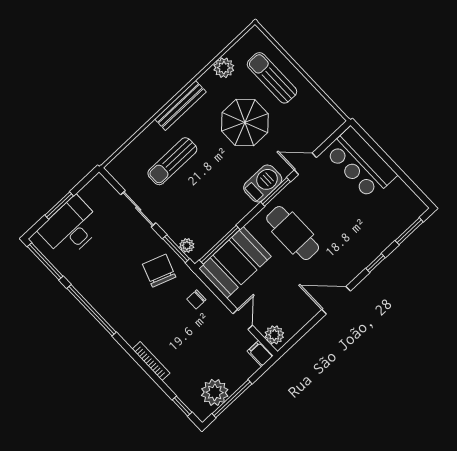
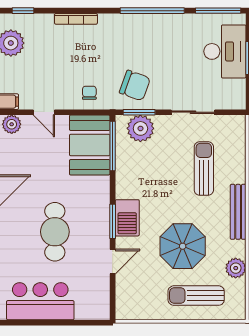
sun lounger: (272, 78) -> (196, 296), turned 180
bar counter: (361, 163) -> (40, 301), moved
cafe table: (293, 233) -> (55, 232), moved, turned 90
plant: (187, 245) -> (140, 128), width x1.88, depth x1.88

